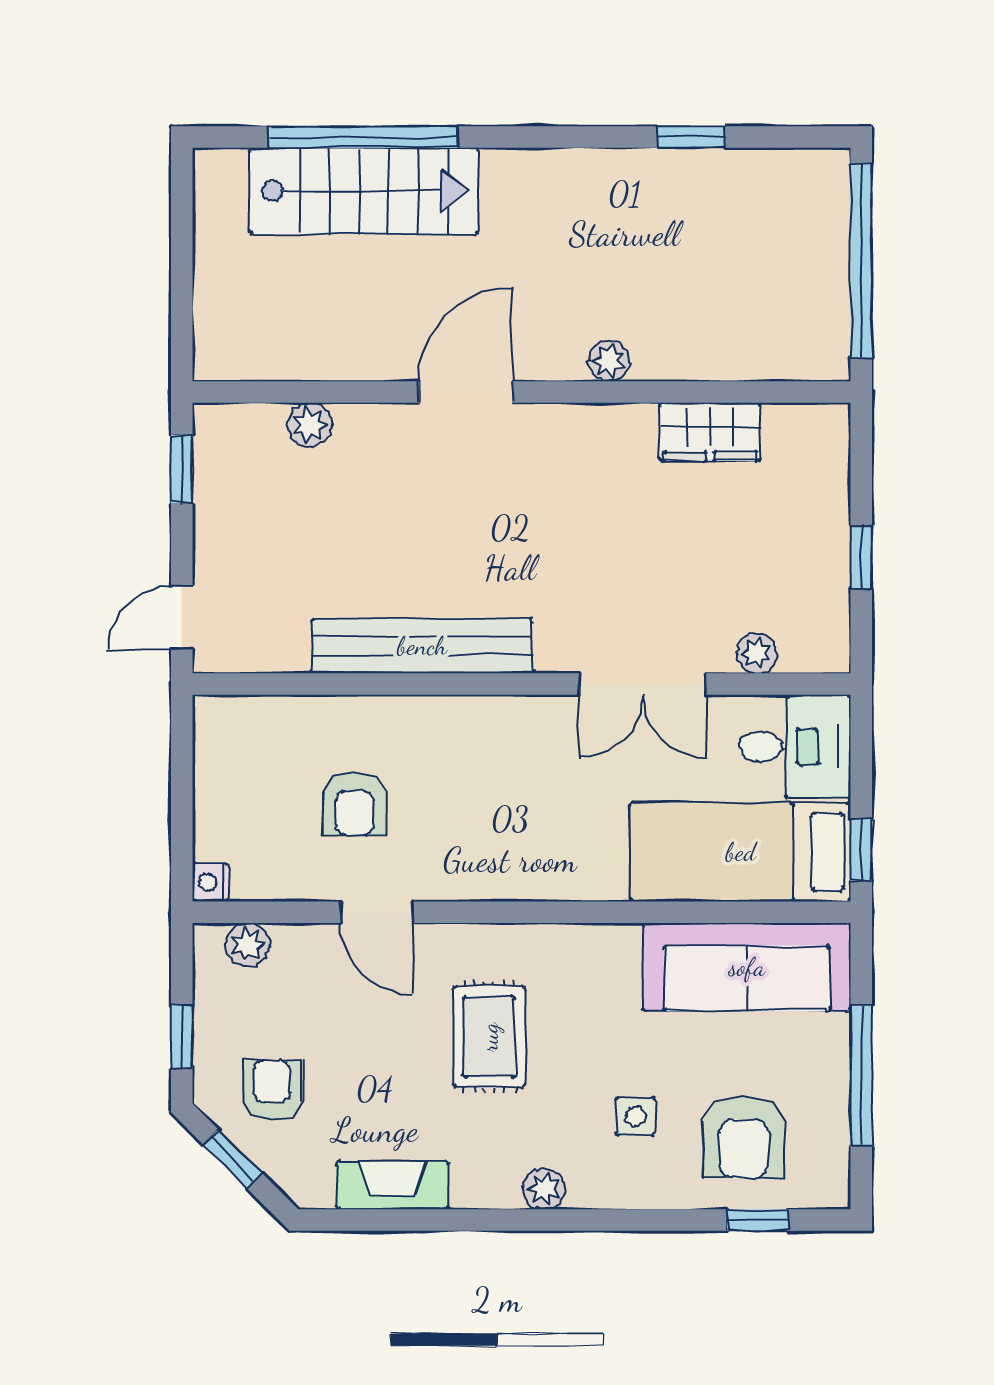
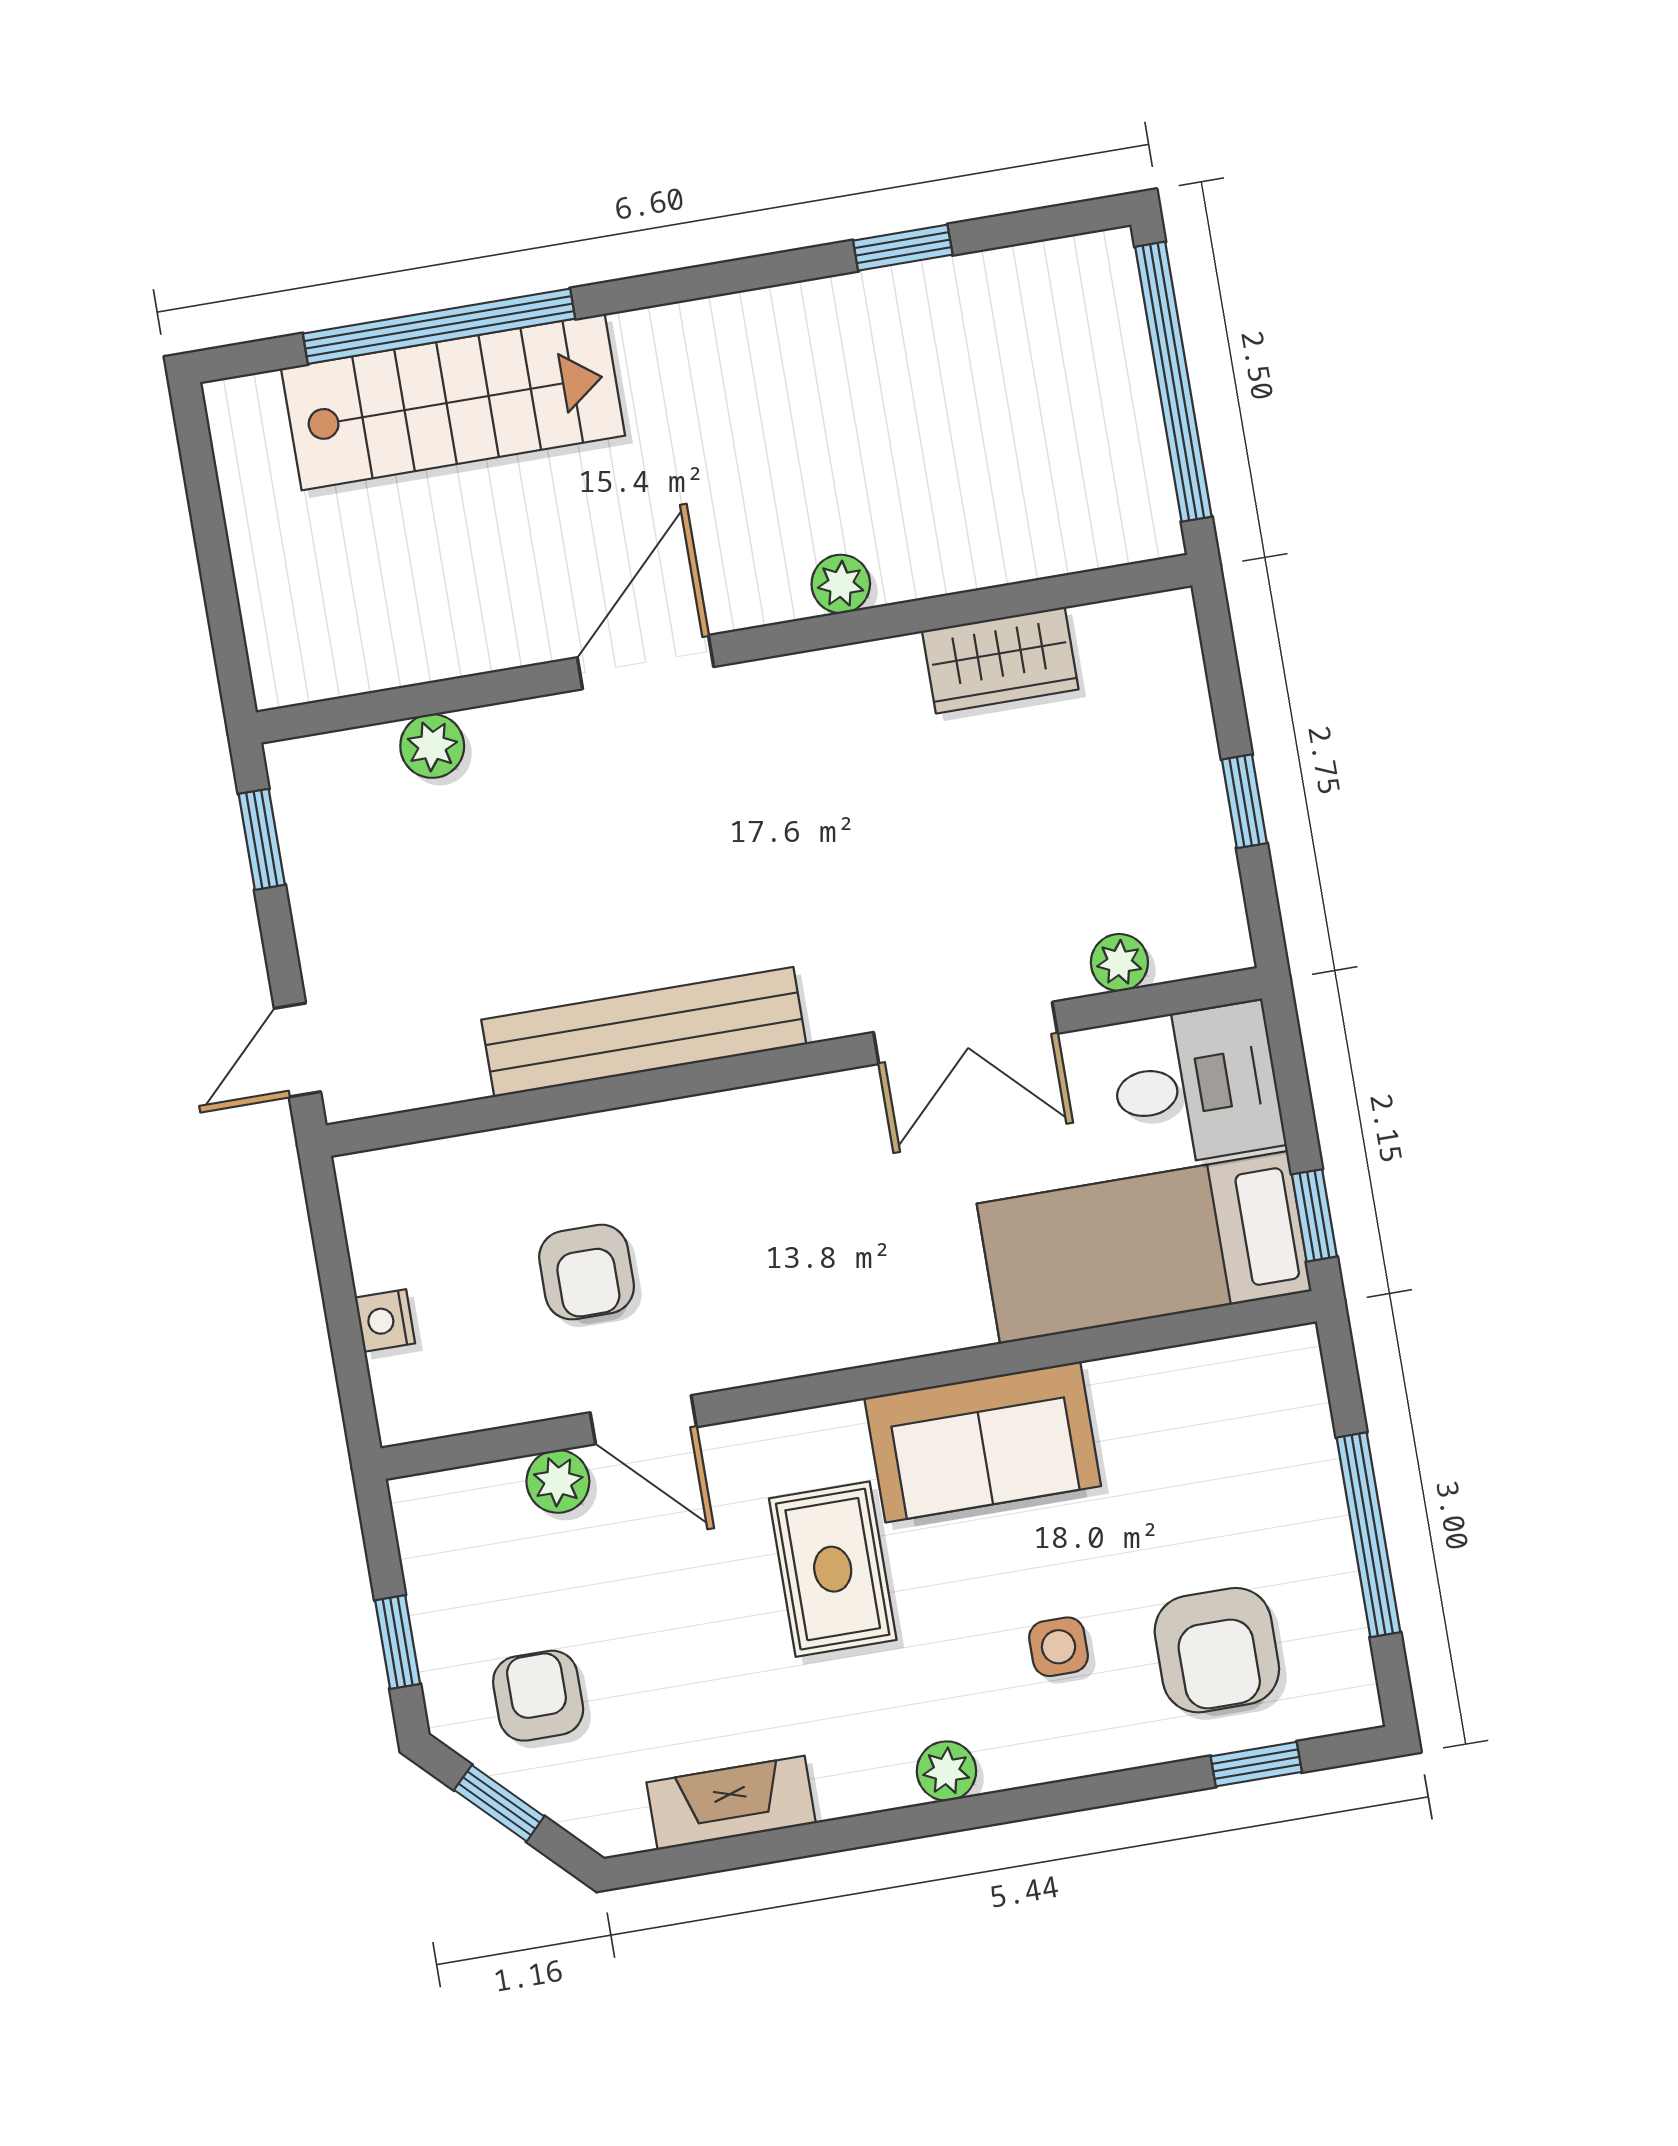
nightstand: (210, 882) -> (385, 1320), moved
plant: (248, 945) -> (558, 1481), moved
sofa: (747, 967) -> (983, 1442), moved, width x0.73

